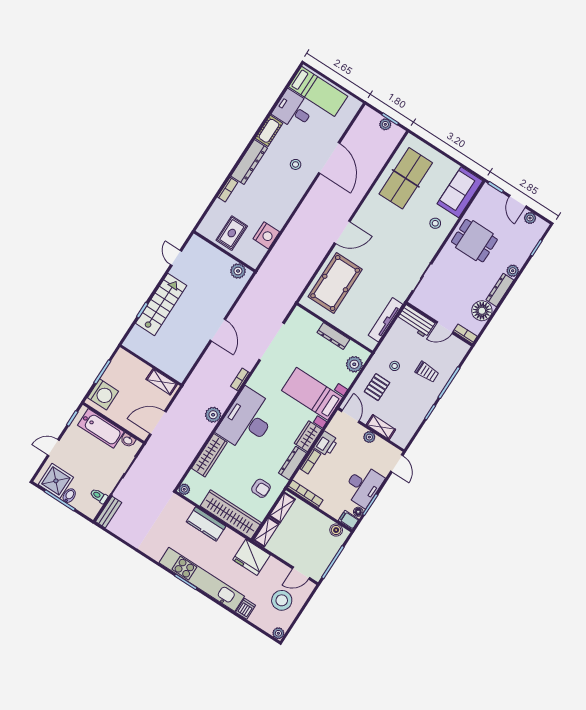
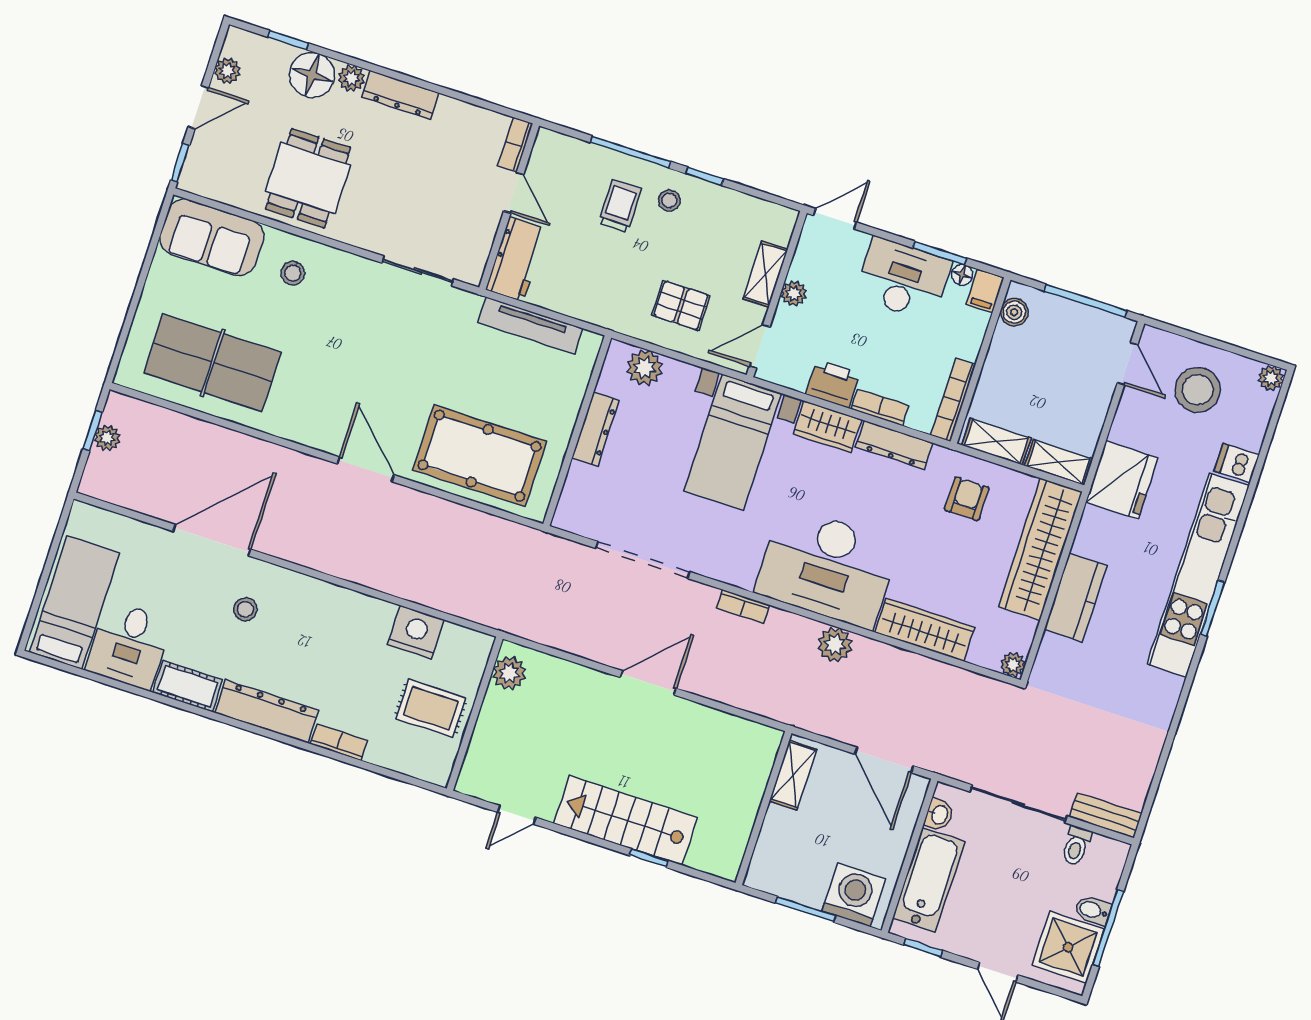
floor lamp: (482, 311) -> (312, 75), moved
stool: (395, 366) -> (669, 200), moved

